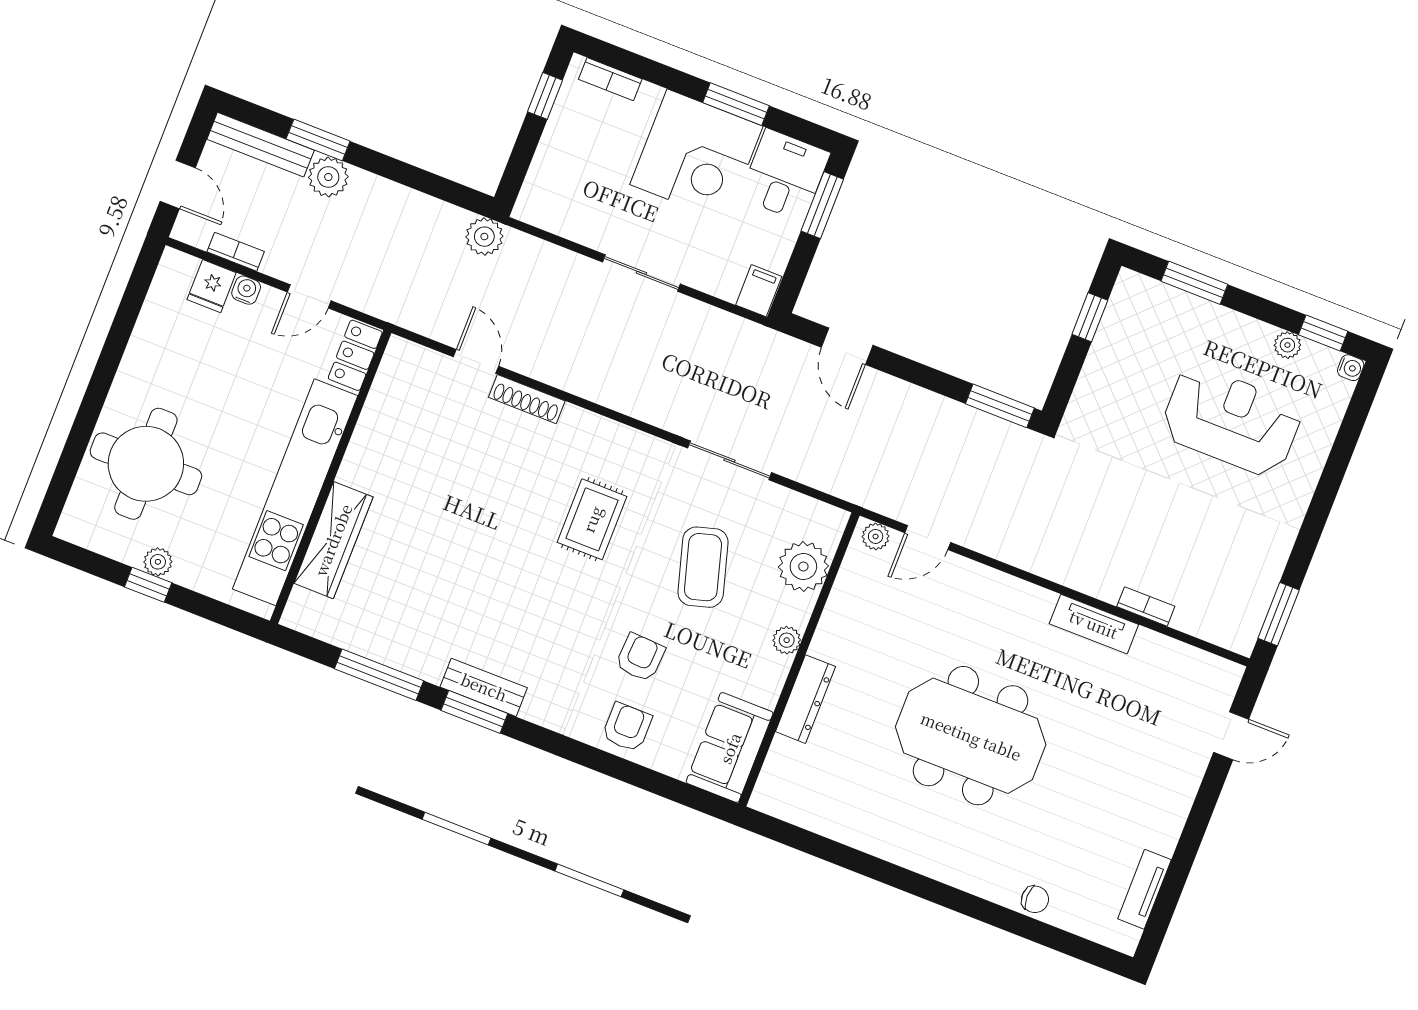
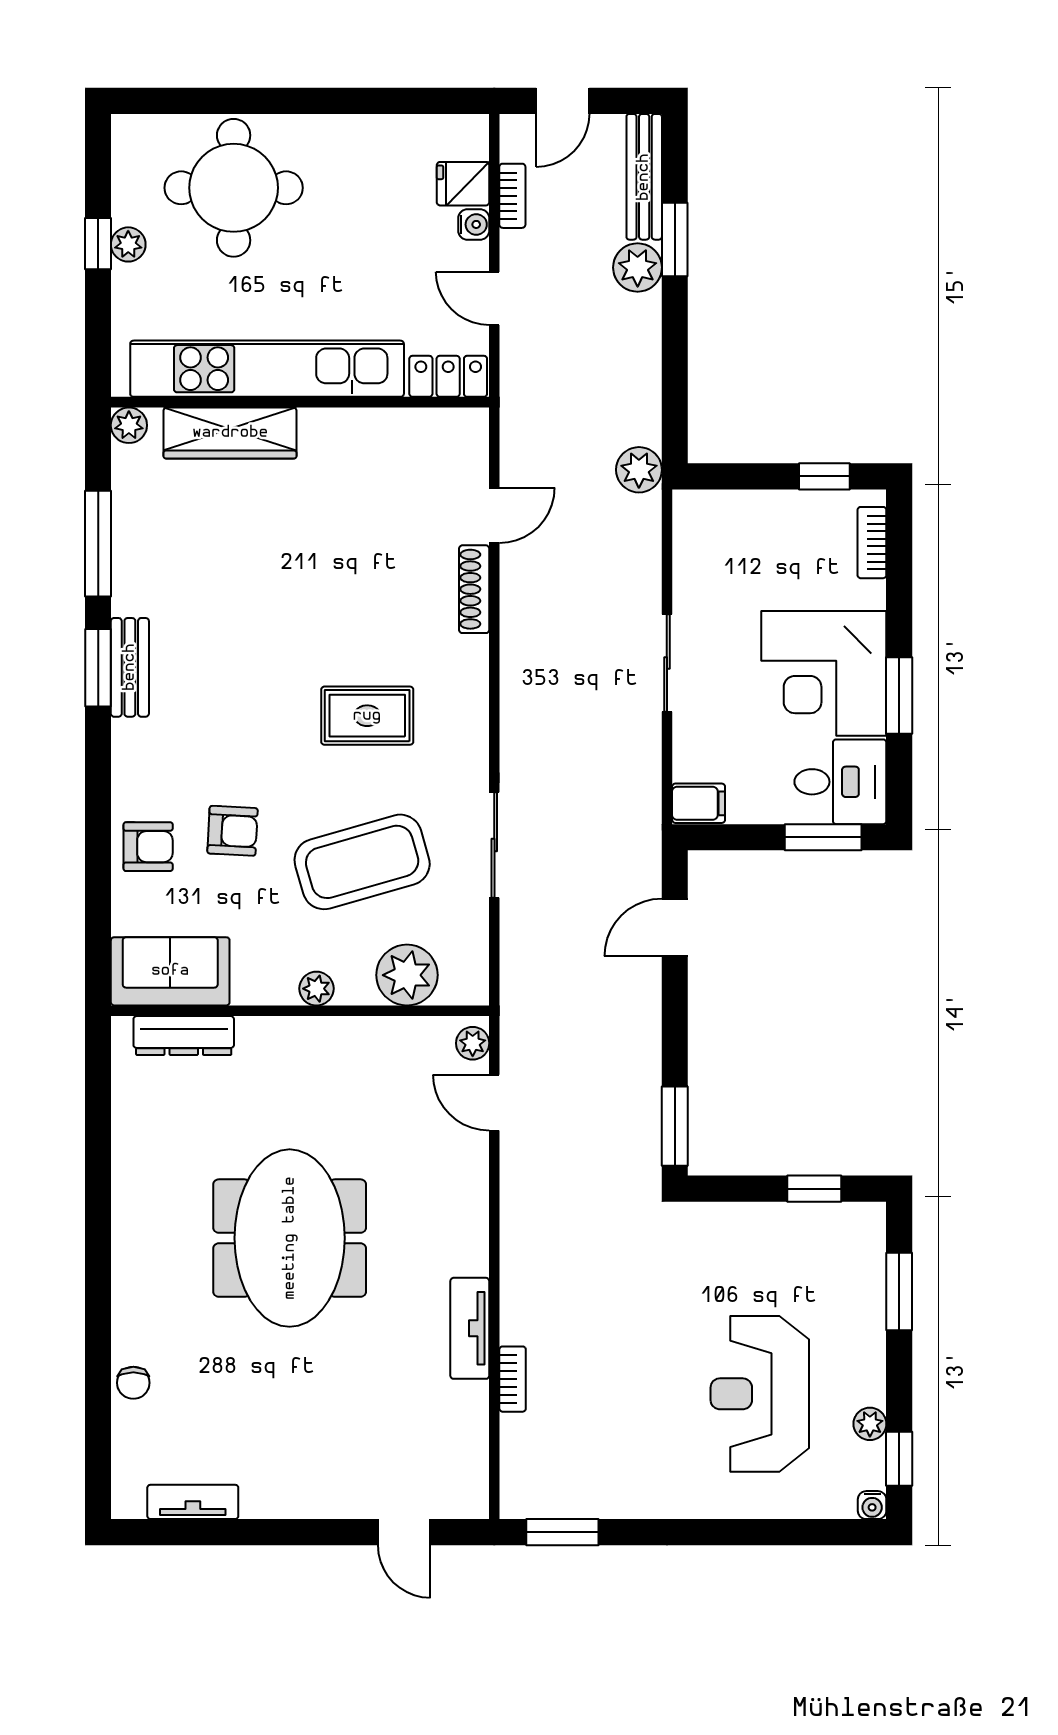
reception desk: (1231, 421) -> (760, 1394), turned 180
coffee table: (703, 567) -> (362, 862), width x1.36, depth x1.32
plant: (297, 615) -> (129, 425), added
dresser: (805, 699) -> (184, 1036), moved

